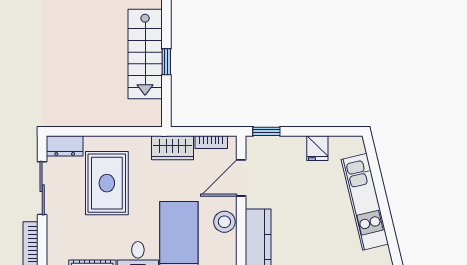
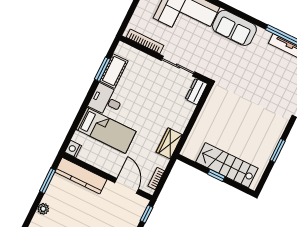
wardrobe: (173, 148) -> (169, 143), moved
rug: (107, 183) -> (162, 105), removed
stool: (224, 222) -> (106, 163), removed

